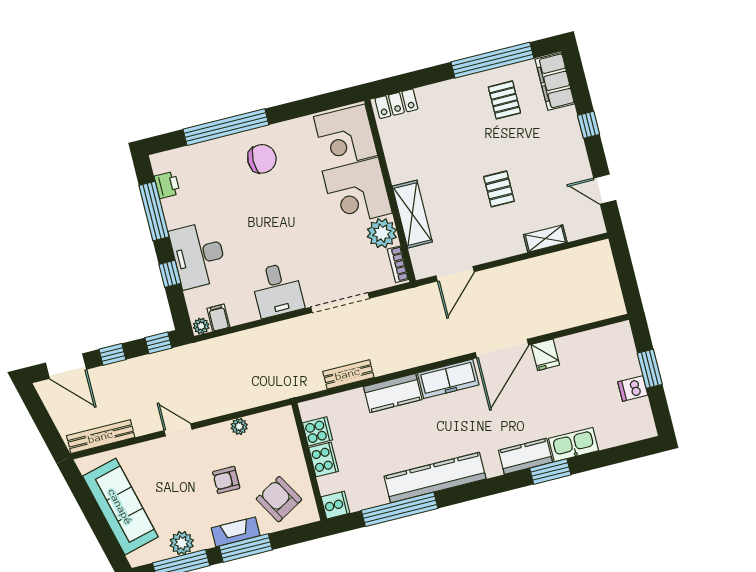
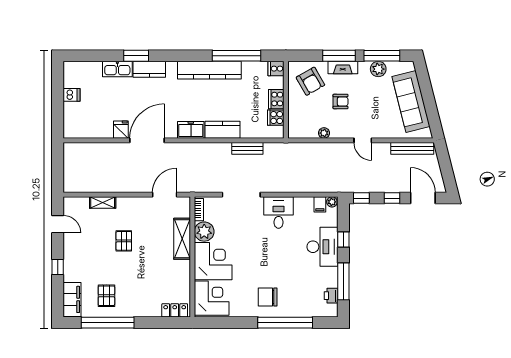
window: (650, 369) -> (58, 105), removed
freezer: (448, 379) -> (191, 130), width x0.71

